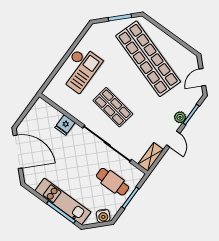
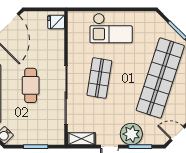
plant: (180, 117) -> (131, 134), width x1.87, depth x1.87
fridge: (65, 125) -> (56, 22), moved
cafe table: (113, 182) -> (31, 85), moved

